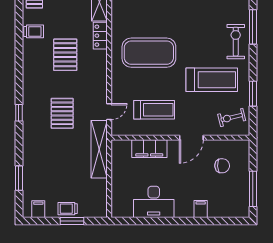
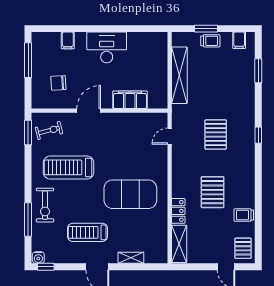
window: (253, 94) -> (28, 132), moved
treadmill: (154, 110) -> (87, 232), moved
shelving: (99, 149) -> (179, 75), moved
desk: (154, 202) -> (107, 47), moved
filing cabinet: (201, 209) -> (68, 40), moved

